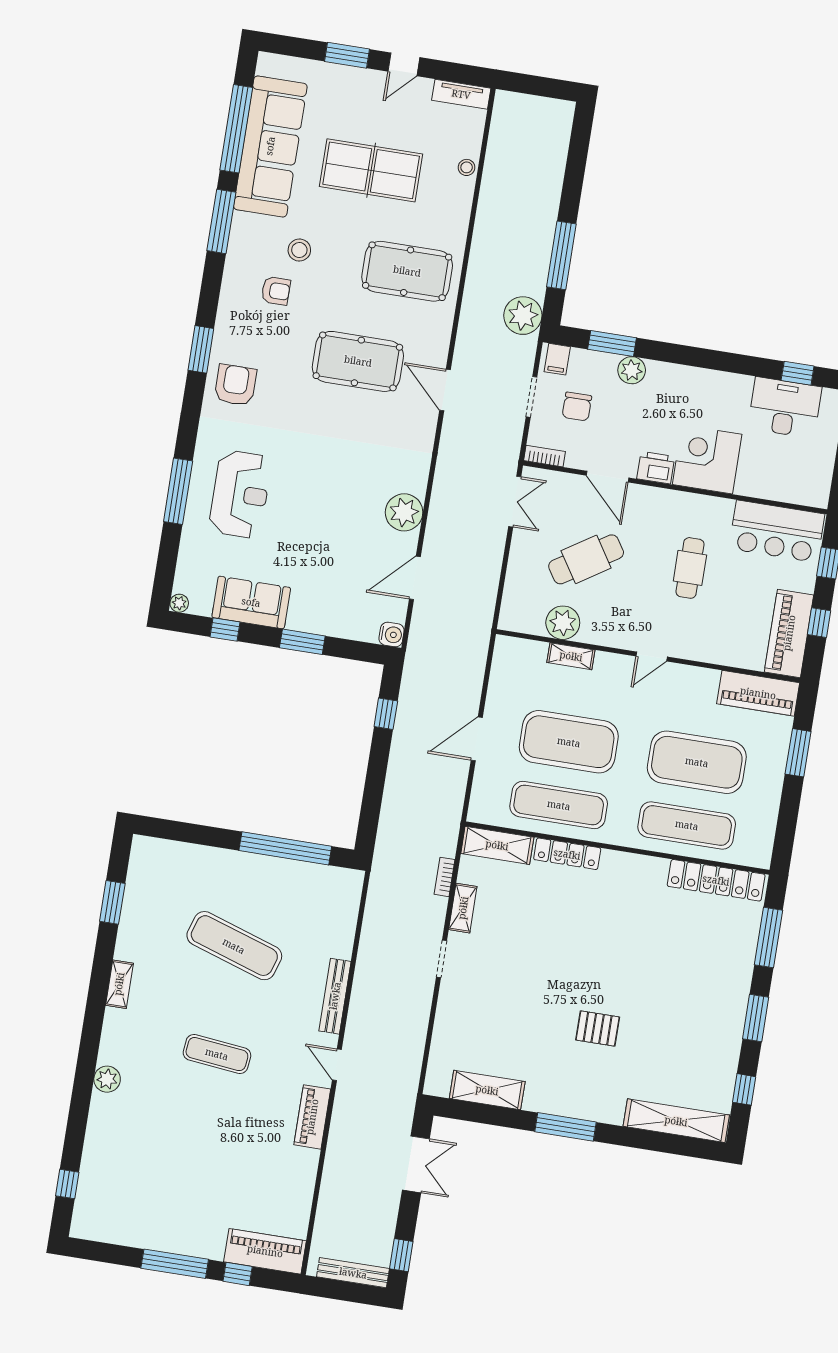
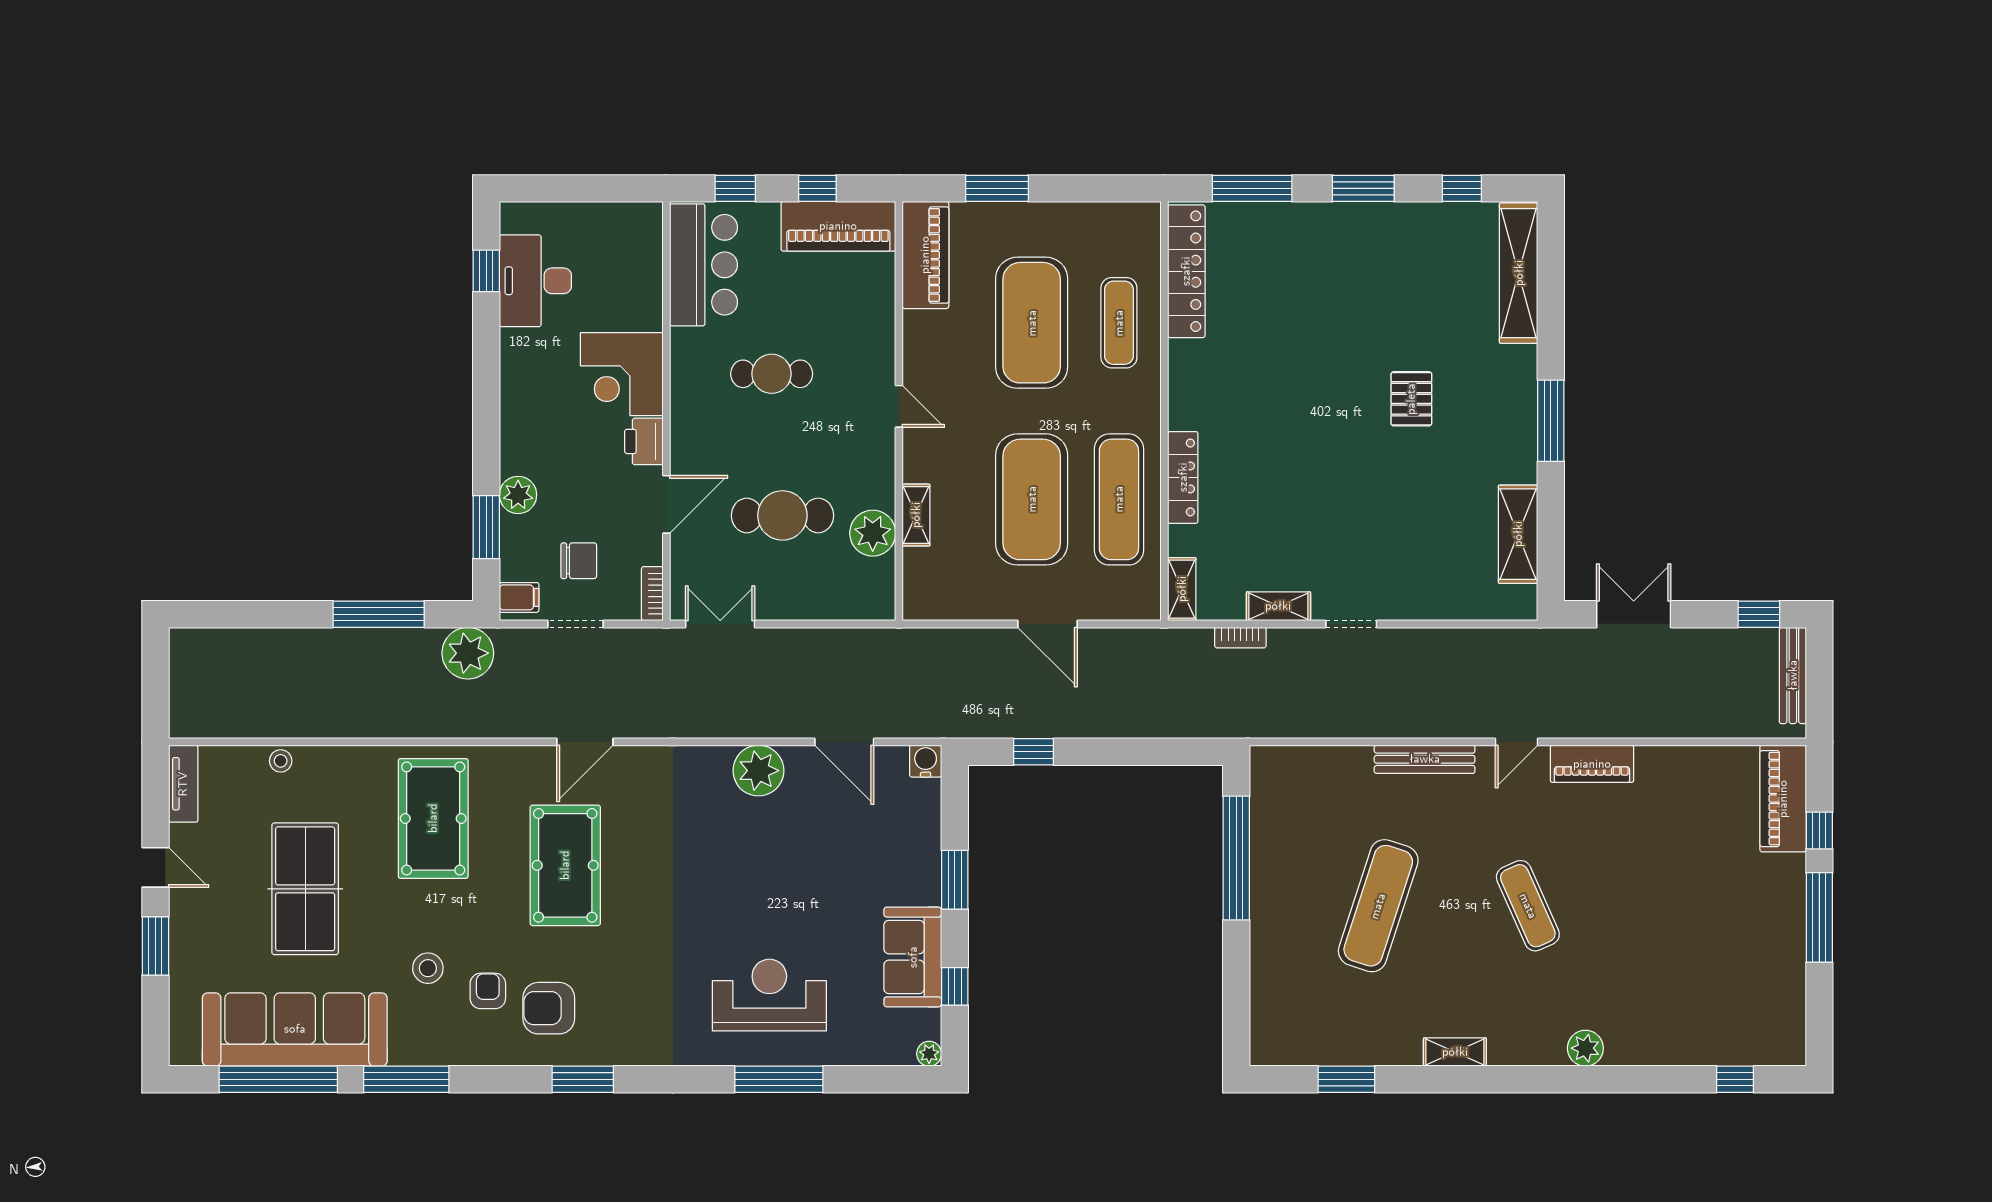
armchair: (235, 385) -> (549, 1008), moved
cafe table: (586, 559) -> (782, 515), turned -57
exercise mat: (687, 825) -> (1119, 323), width x0.73, depth x0.69
shelving: (497, 845) -> (1182, 589), width x0.67, depth x0.75
exercise mat: (217, 1054) -> (1528, 906), turned -30

